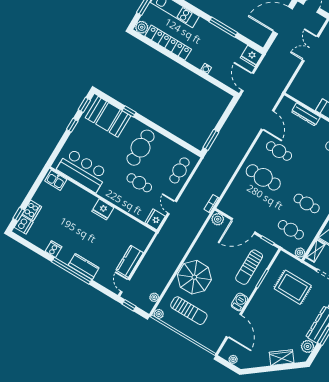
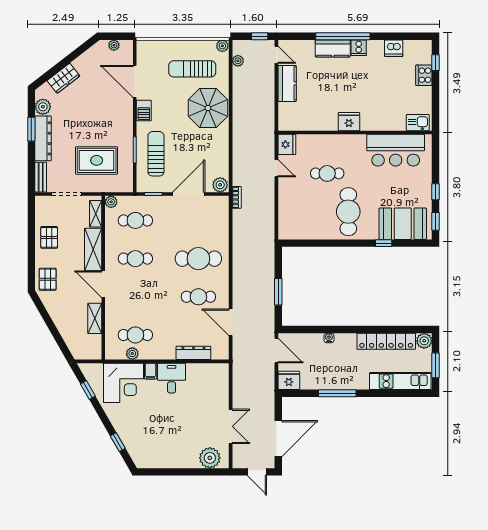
window: (211, 140) -> (278, 292), moved
cafe table: (179, 170) -> (292, 212), removed
dishwasher: (24, 225) -> (394, 48), moved, turned -90
cooker: (54, 249) -> (359, 48), moved

